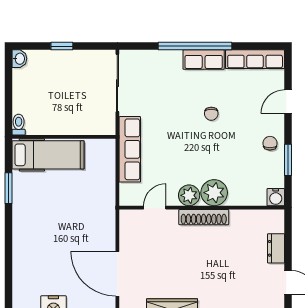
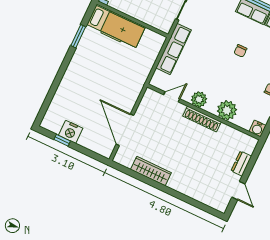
plant: (214, 193) -> (227, 110), moved

